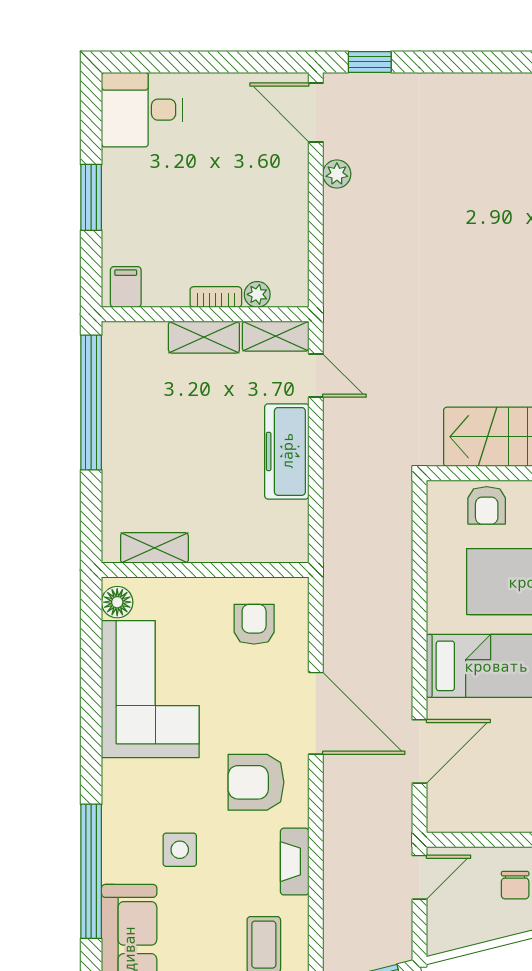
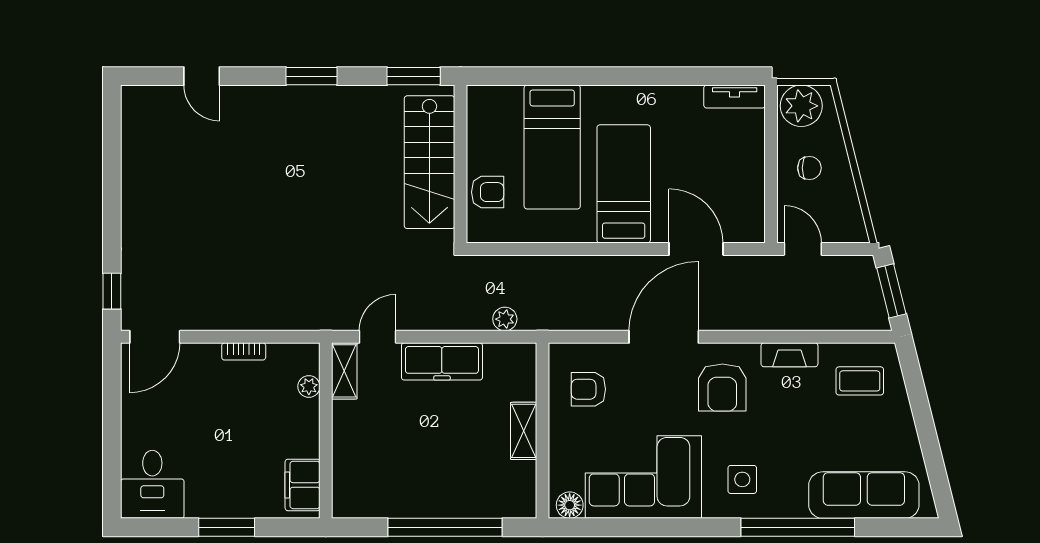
plant: (337, 174) -> (505, 319), moved
filing cabinet: (126, 287) -> (303, 485), width x2.00
bookcase: (216, 297) -> (244, 351), moved, turned -90
shelving: (204, 337) -> (345, 432), removed
window: (91, 402) -> (445, 527), moved
shelving: (154, 548) -> (524, 431), moved
side table: (180, 850) -> (742, 479), moved

